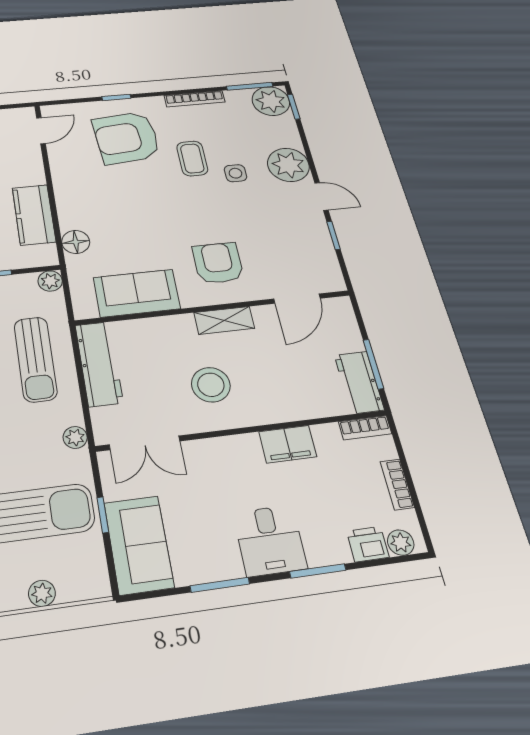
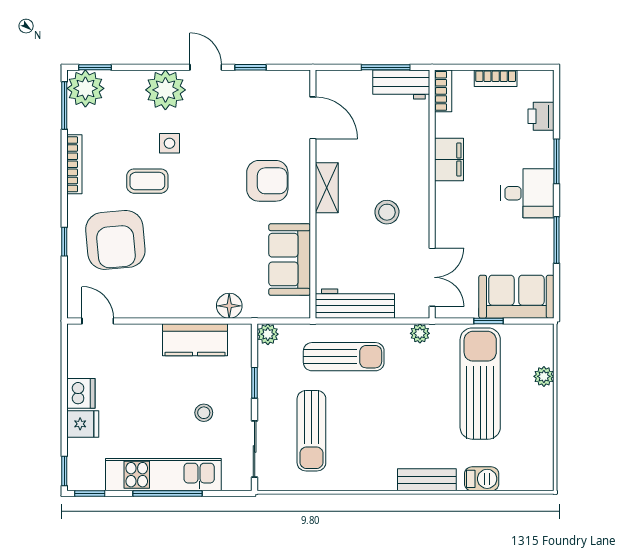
door: (321, 196) -> (206, 67), hinge flipped
armchair: (218, 263) -> (267, 181), turned 180
stool: (211, 385) -> (387, 212), width x0.73, depth x0.73
plant: (401, 543) -> (543, 90), removed

